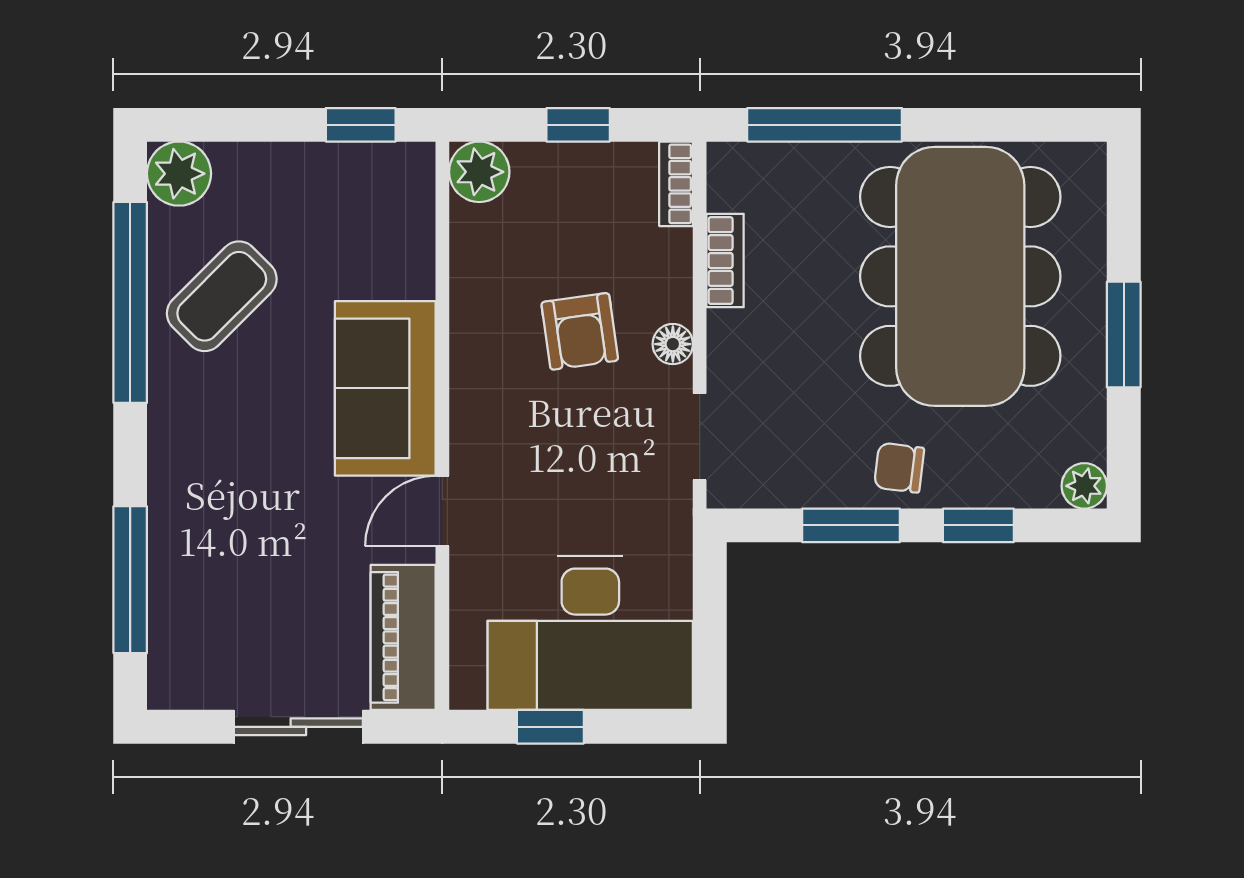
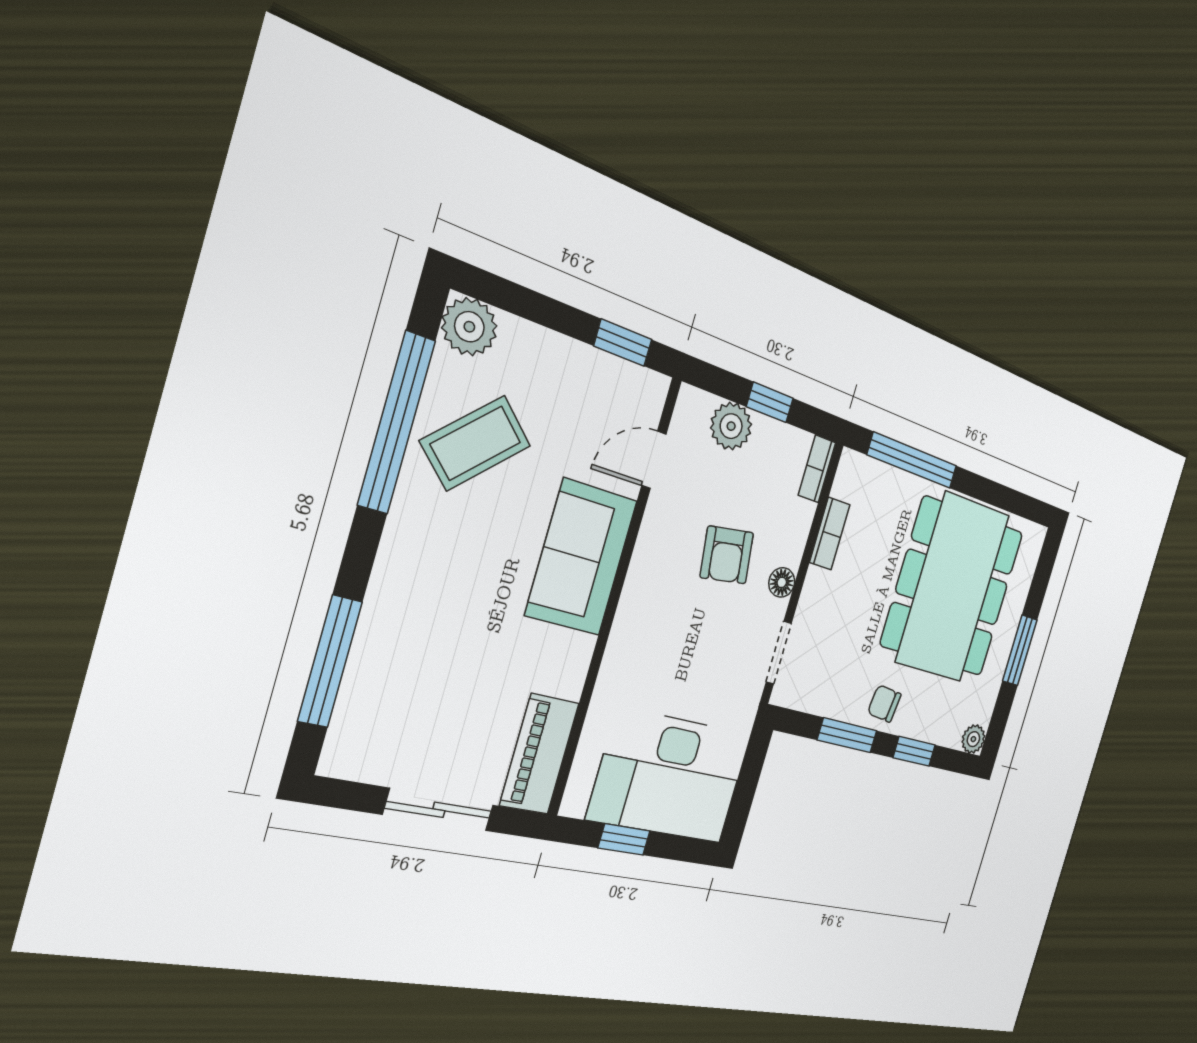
plant: (479, 172) -> (731, 426), moved
door: (442, 511) -> (654, 460), moved

